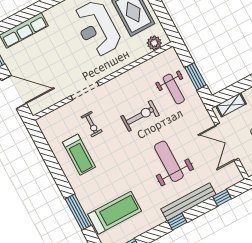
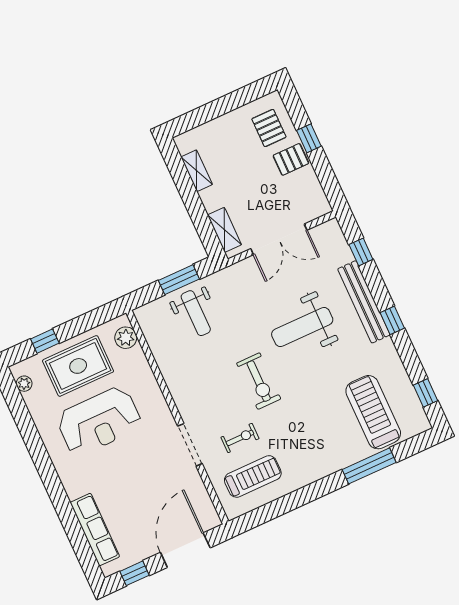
weight bench: (174, 89) -> (196, 313), turned 90
exercise bike: (140, 116) -> (259, 381), moved, turned 180
treadmill: (79, 155) -> (253, 476), moved

